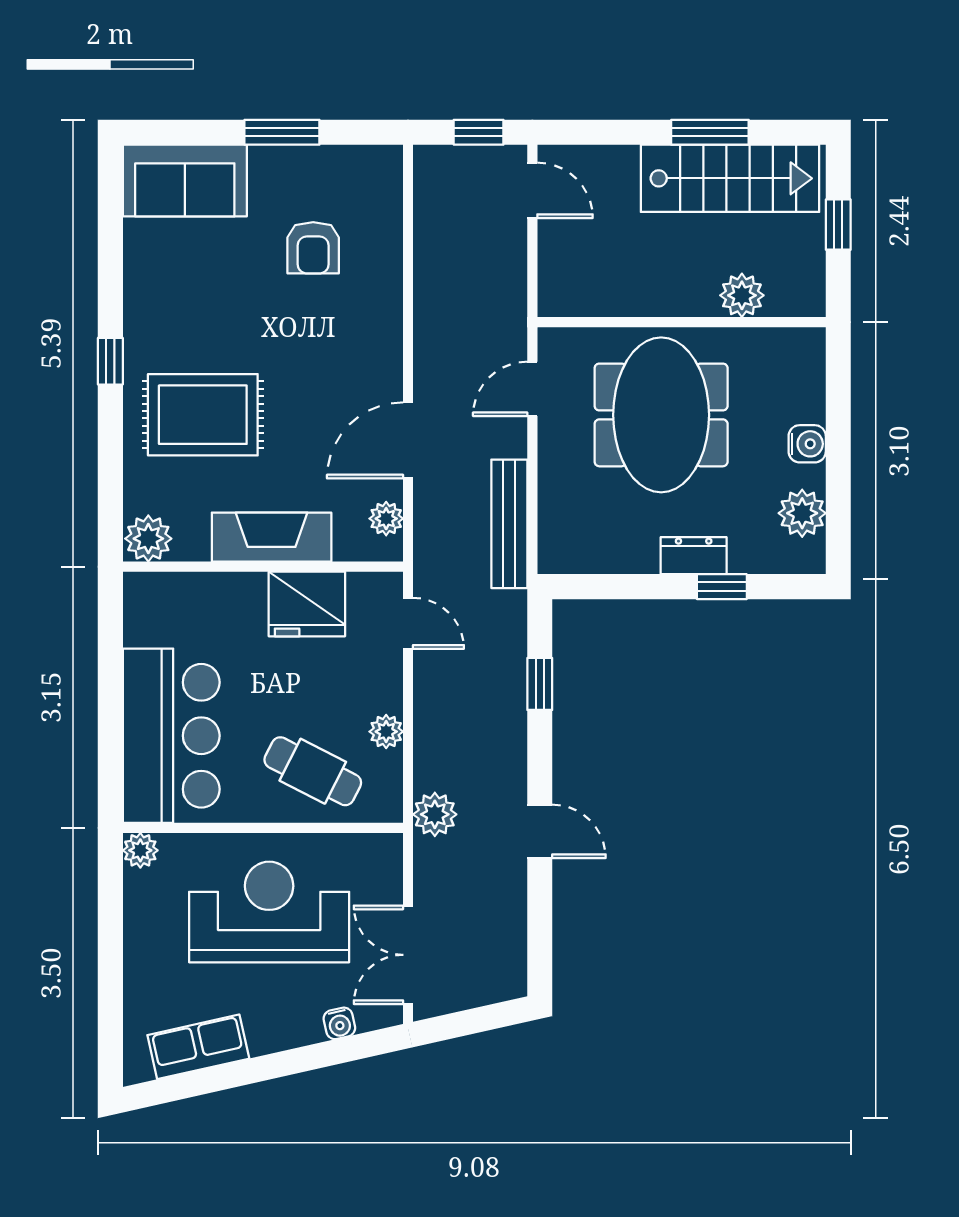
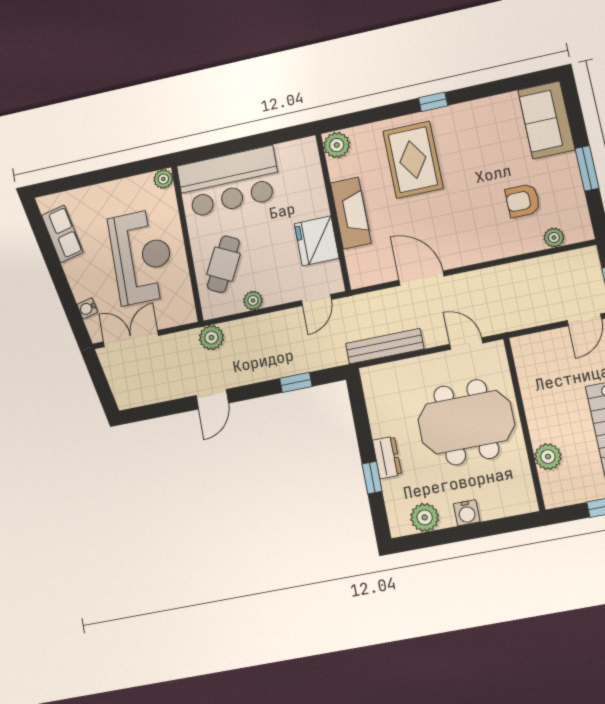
plant: (386, 519) -> (554, 238), moved

